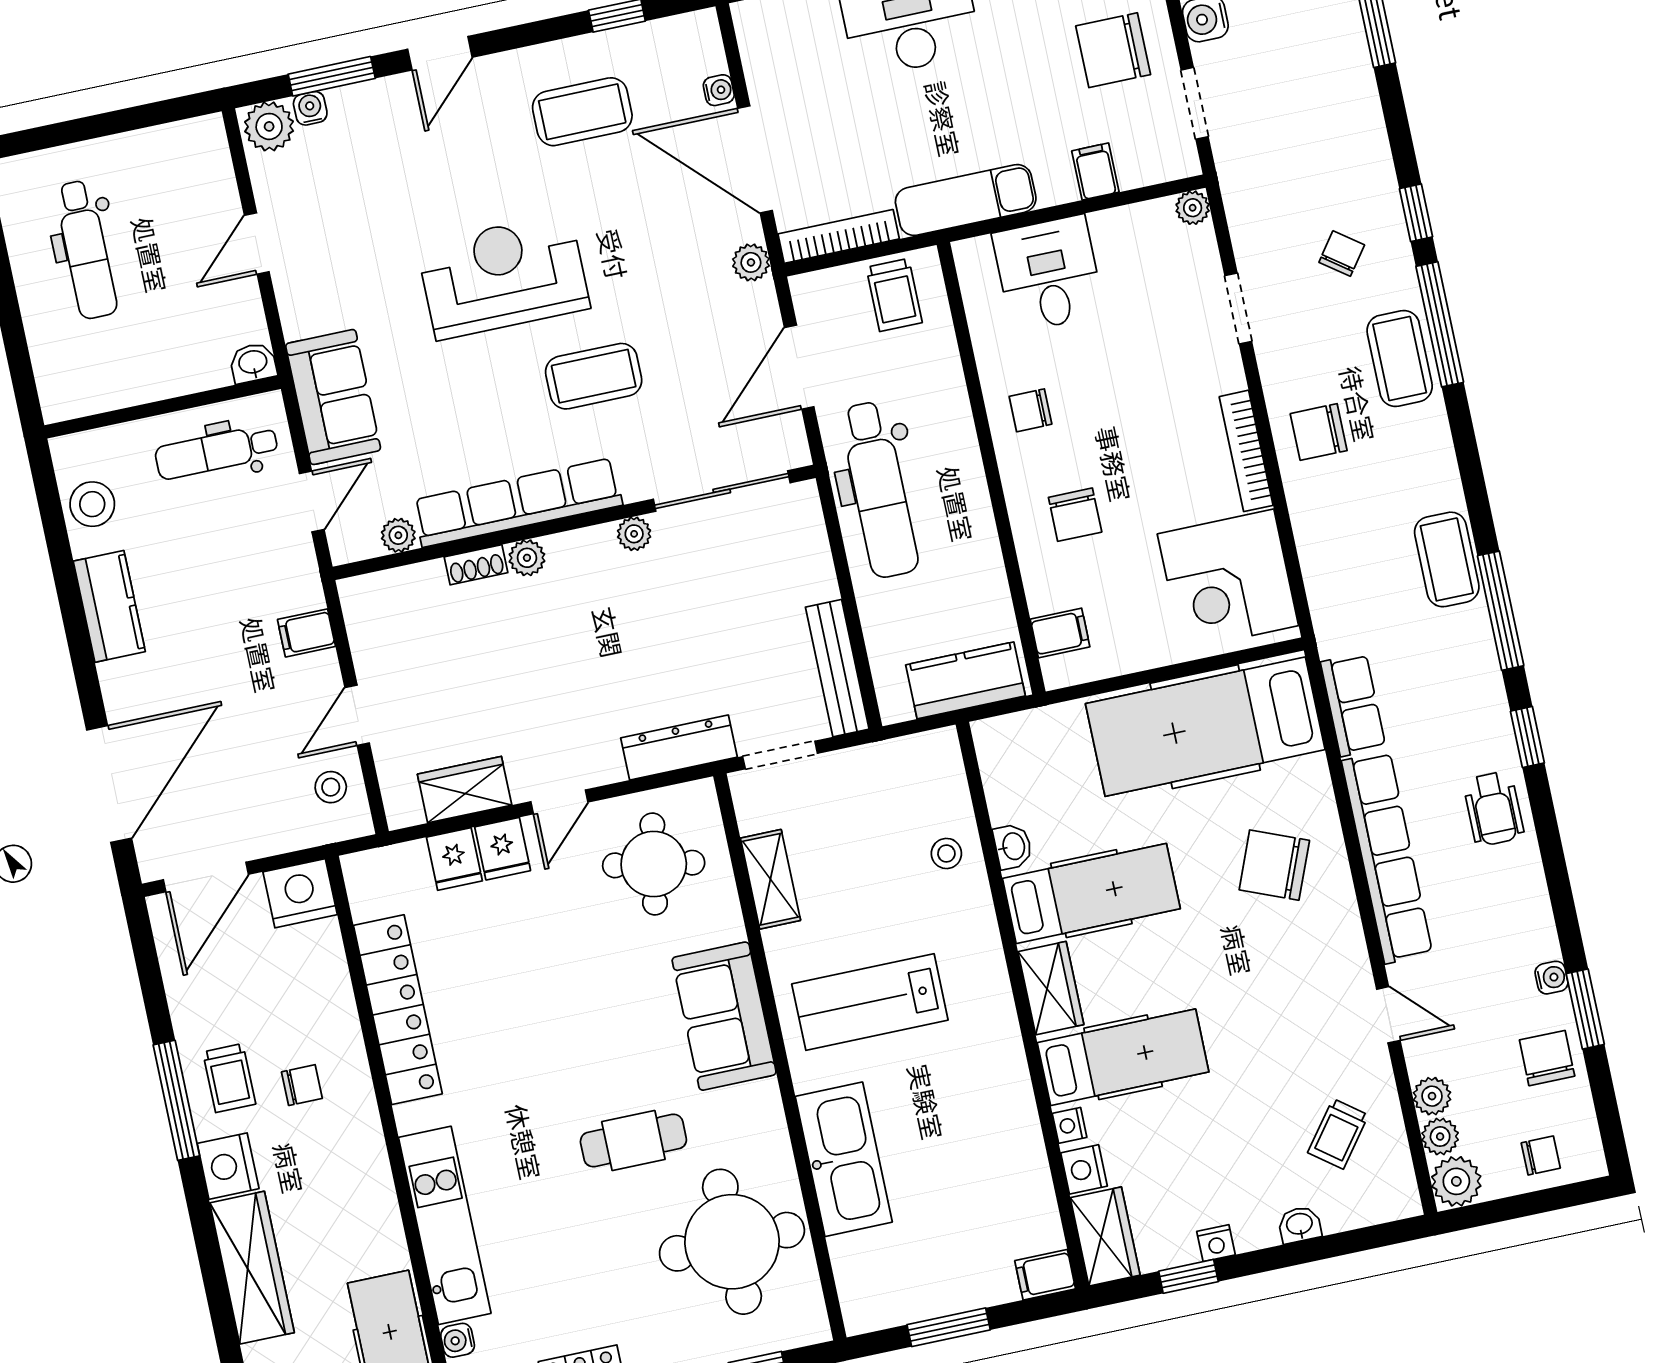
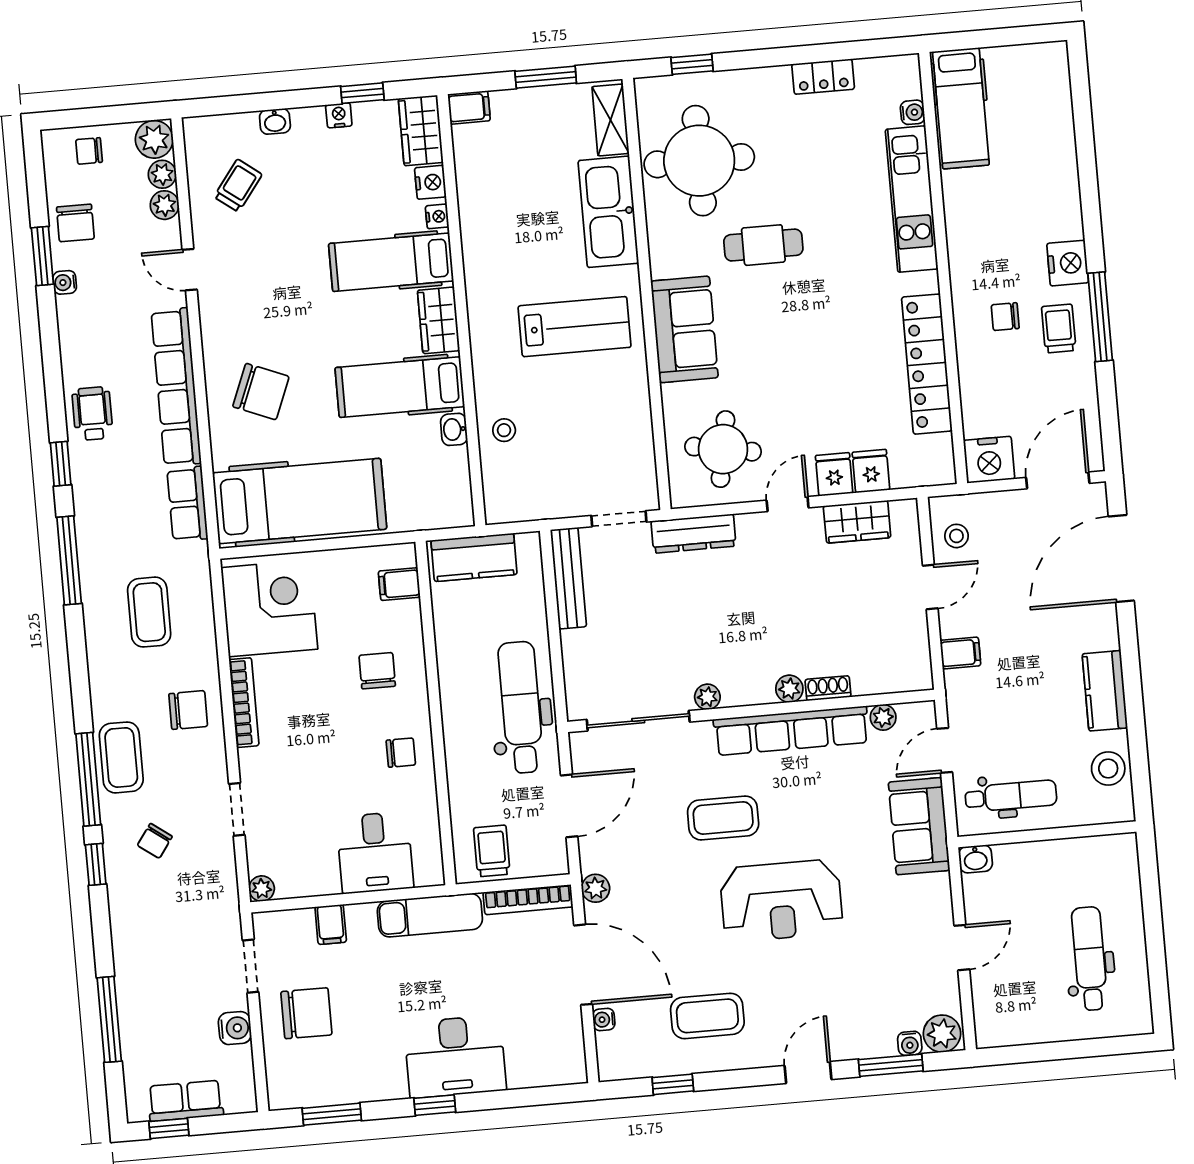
coffee table: (1447, 559) -> (149, 612), moved
shelving: (770, 879) -> (611, 120), moved
wardrobe: (252, 1268) -> (1059, 185), removed

